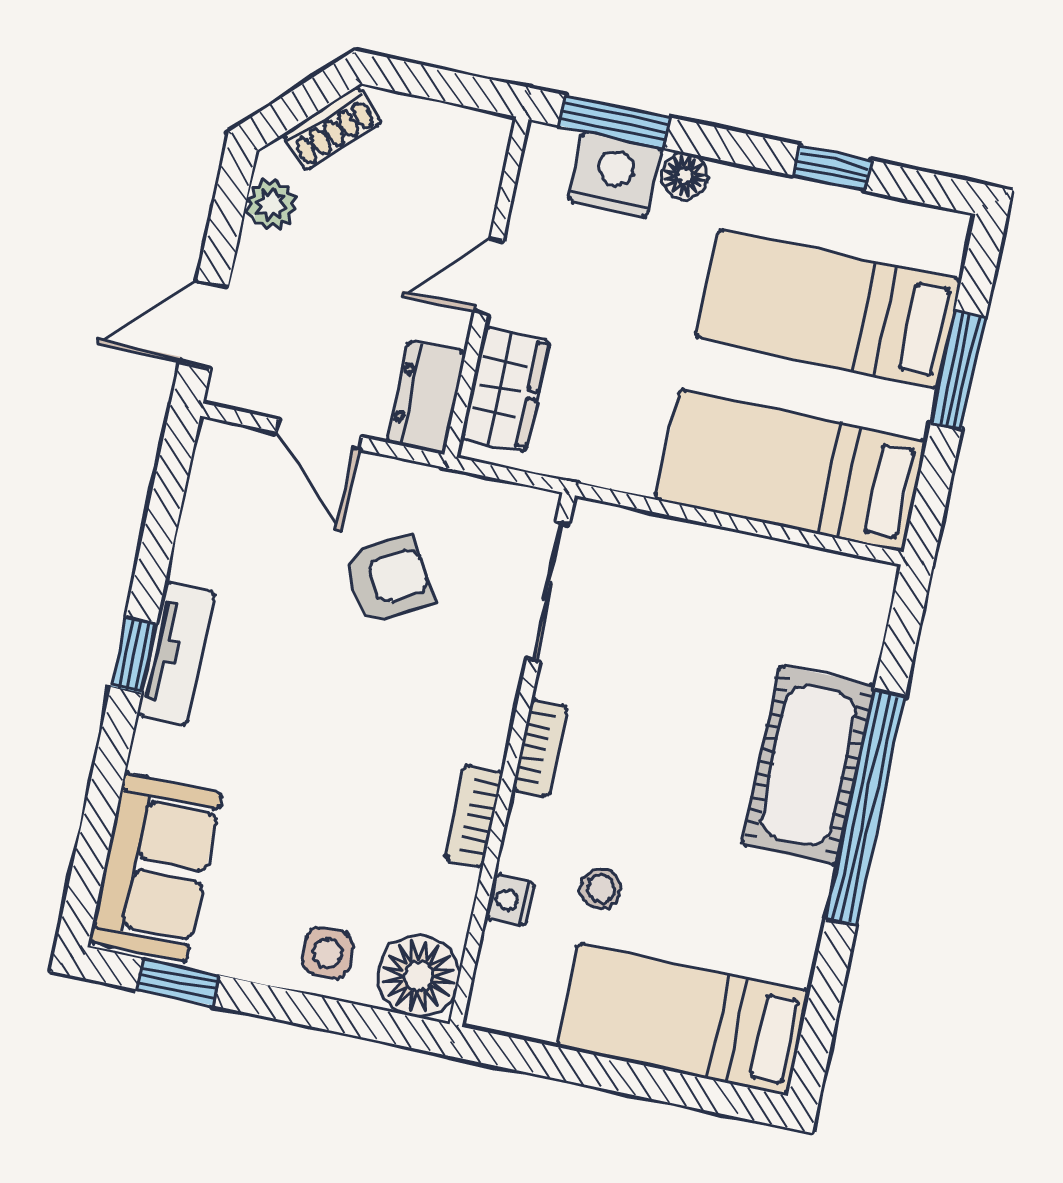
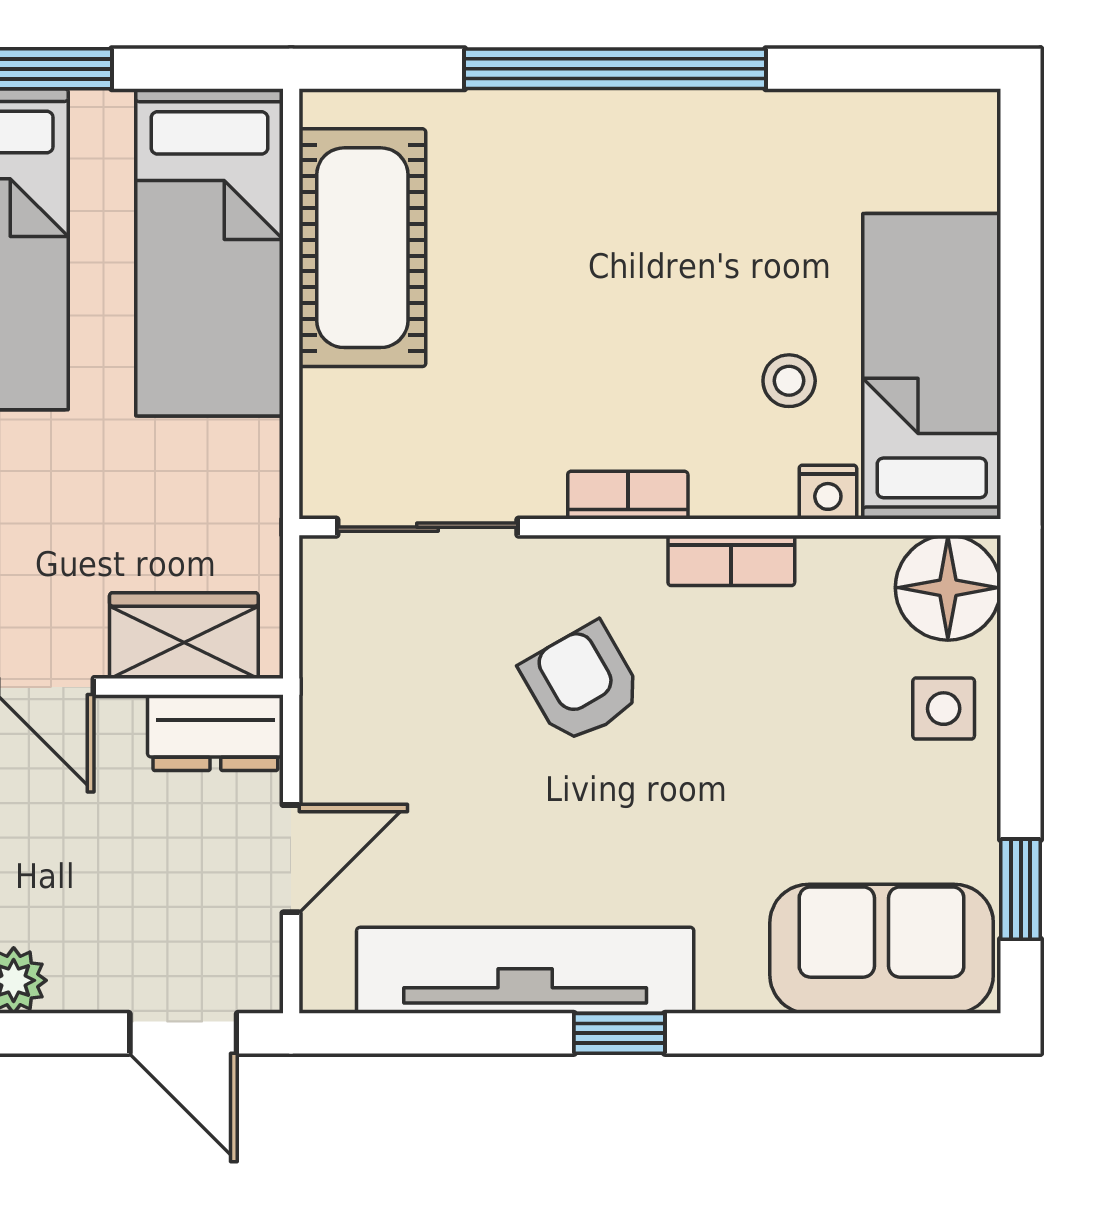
armchair: (388, 579) -> (582, 683), moved
tv unit: (176, 653) -> (525, 970), width x1.92, depth x1.29
cot: (808, 765) -> (362, 248), moved, turned 90
bed: (683, 1019) -> (932, 366), moved, turned 180

